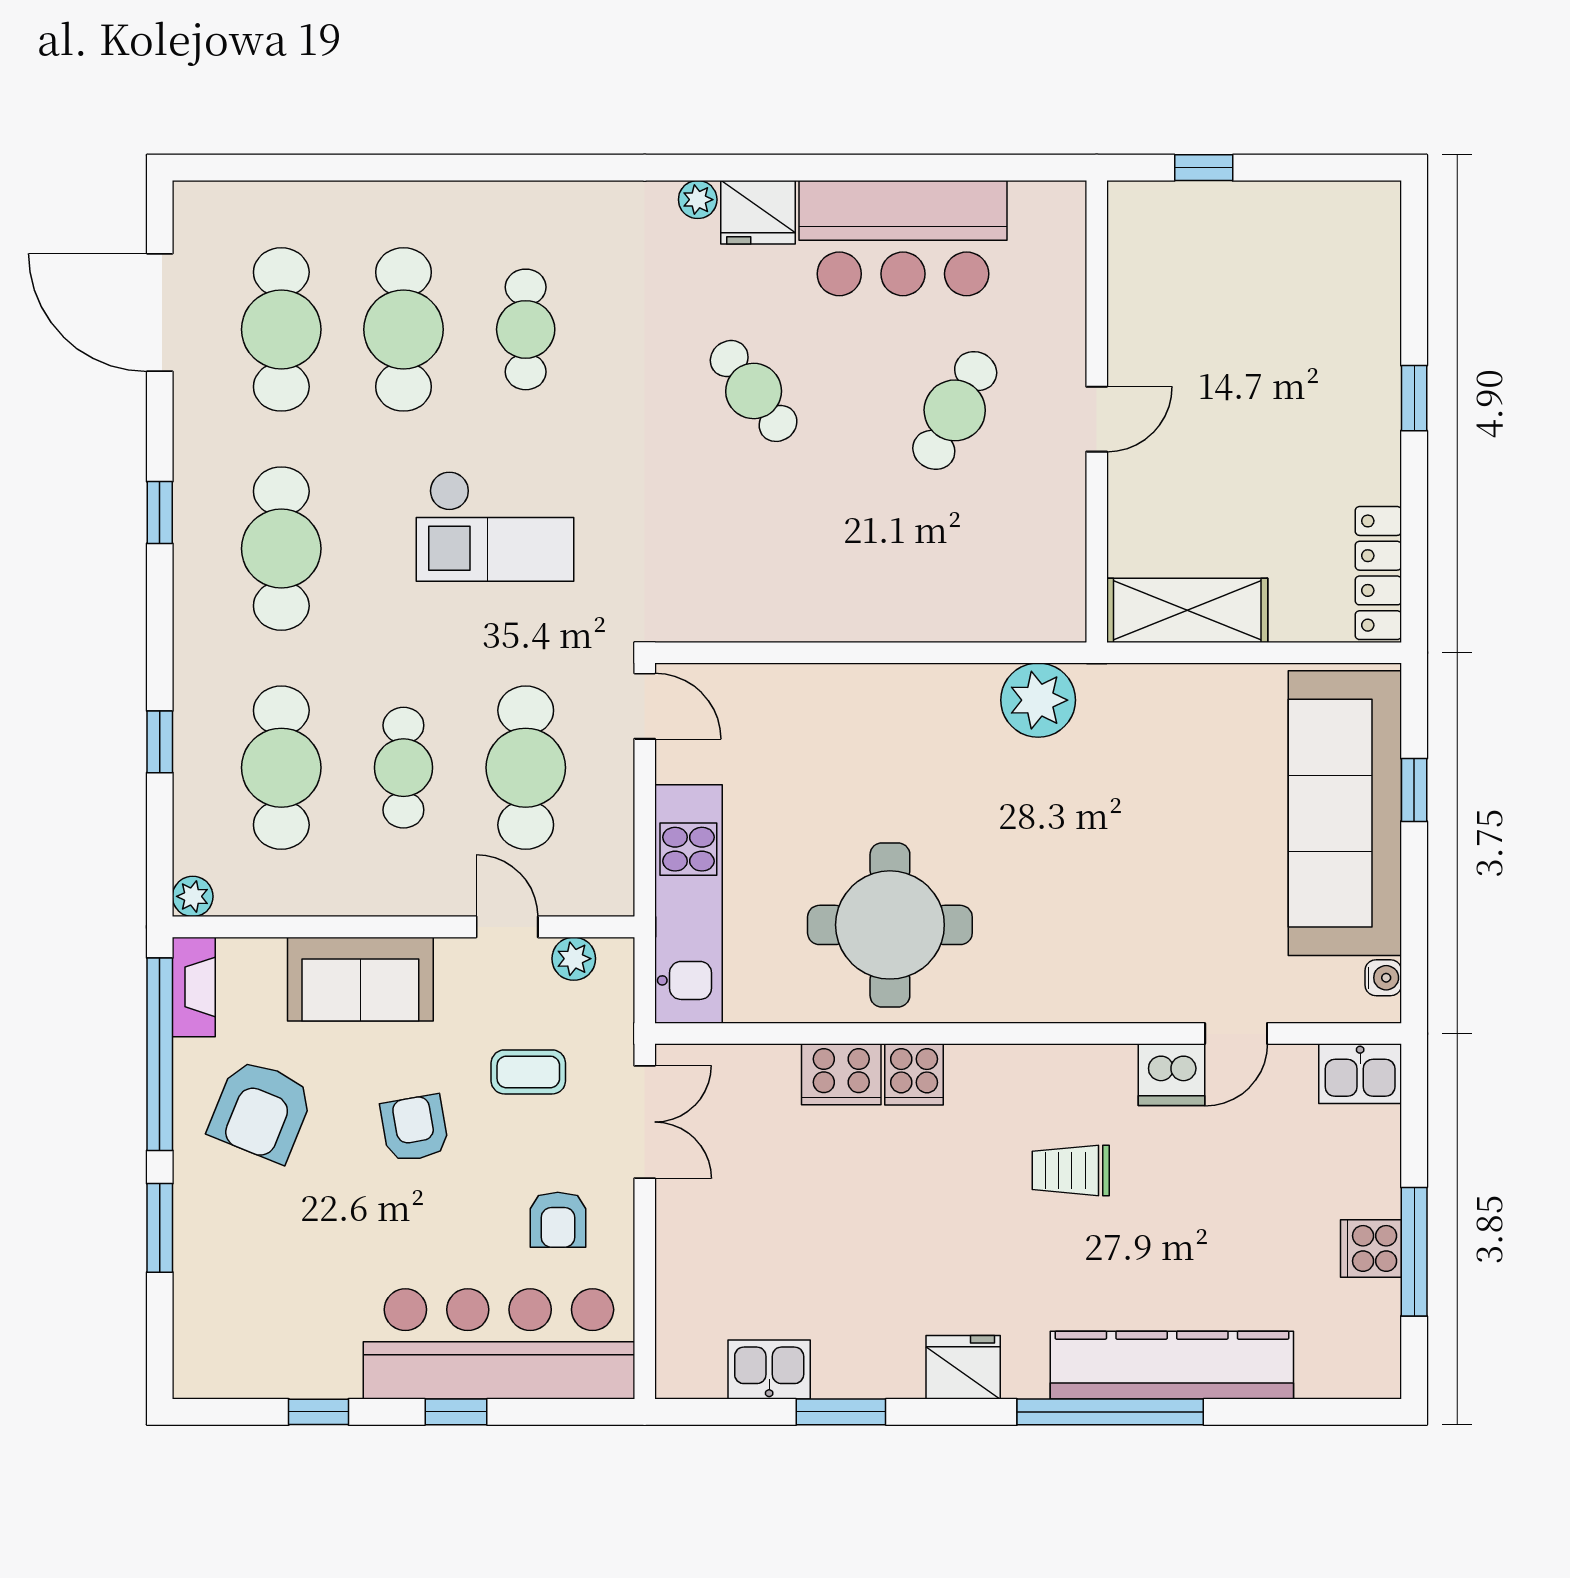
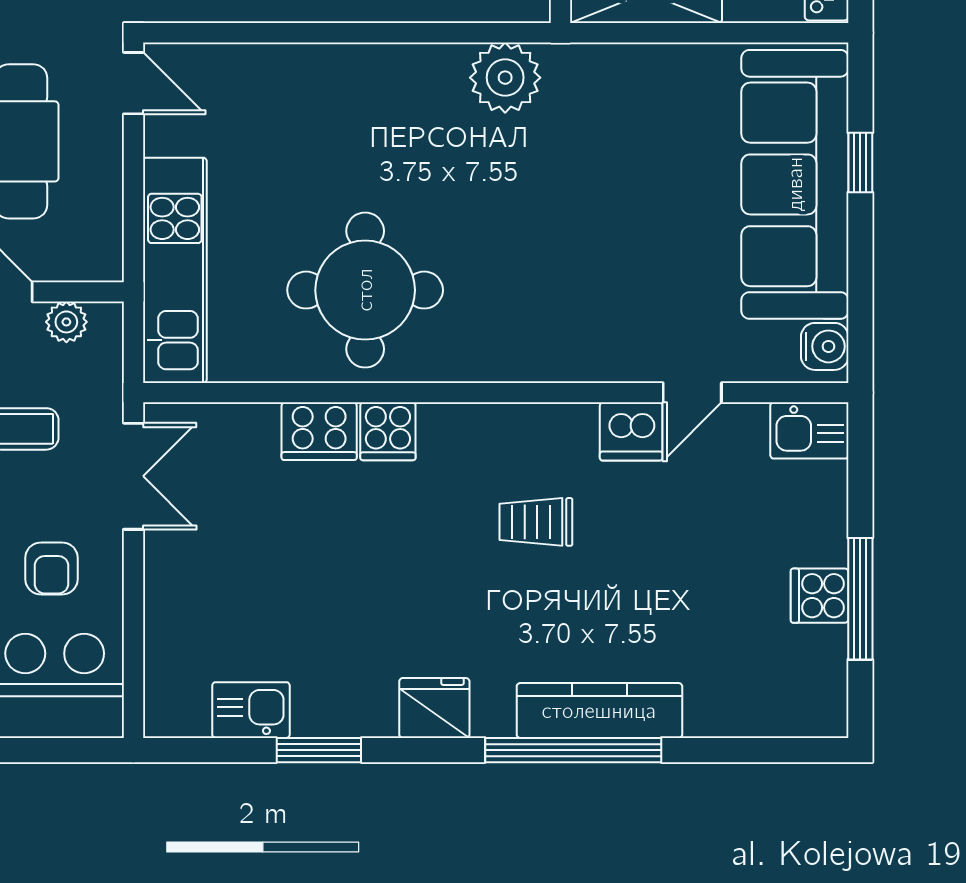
water cooler: (1383, 978) -> (825, 346), width x1.38, depth x1.38
kitchen counter: (1172, 1365) -> (599, 711), width x0.72, depth x0.86

